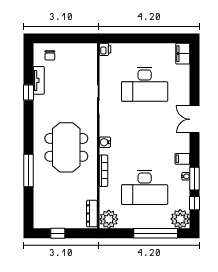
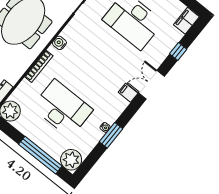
filing cabinet: (182, 159) -> (128, 93), moved
desk: (145, 187) -> (62, 109), turned 180
window: (195, 203) -> (178, 51), moved

